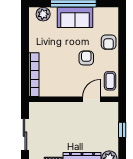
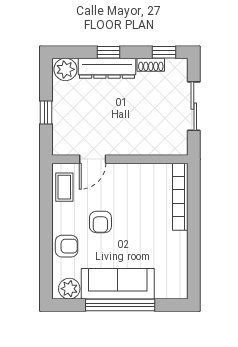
plant: (43, 14) -> (69, 289), moved
sofa: (75, 17) -> (118, 284), width x1.36
armchair: (109, 42) -> (67, 246), turned 90

